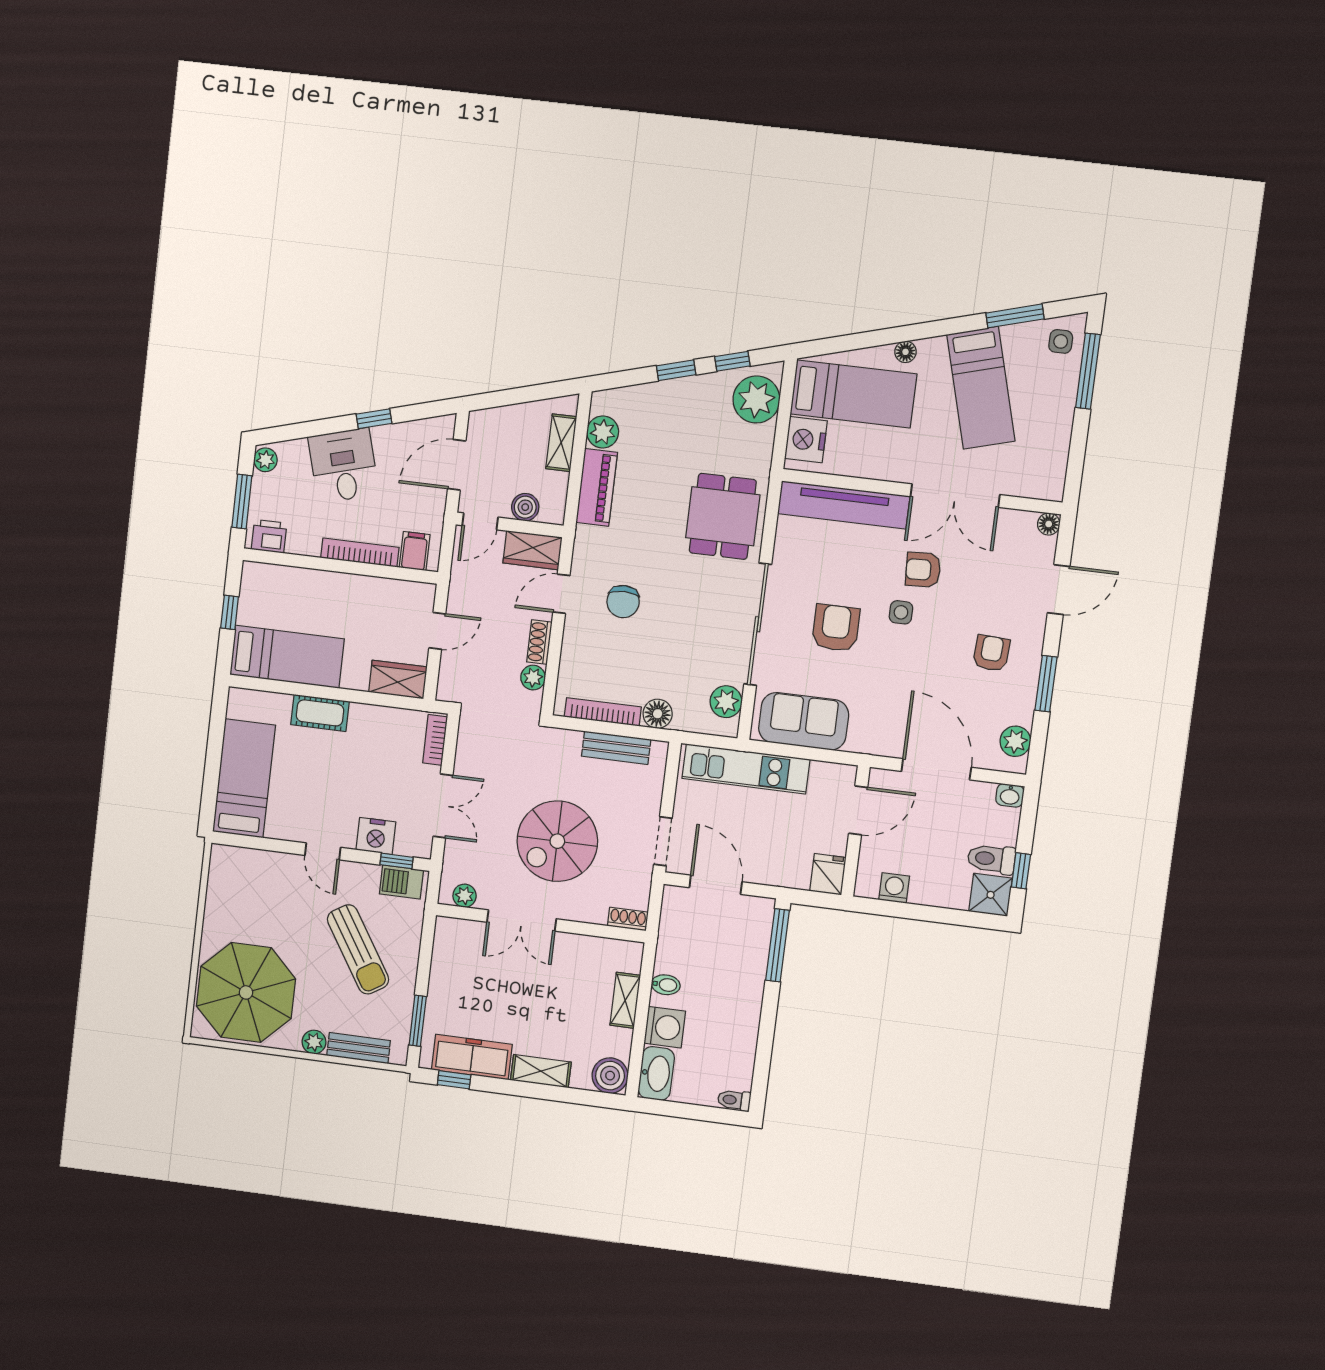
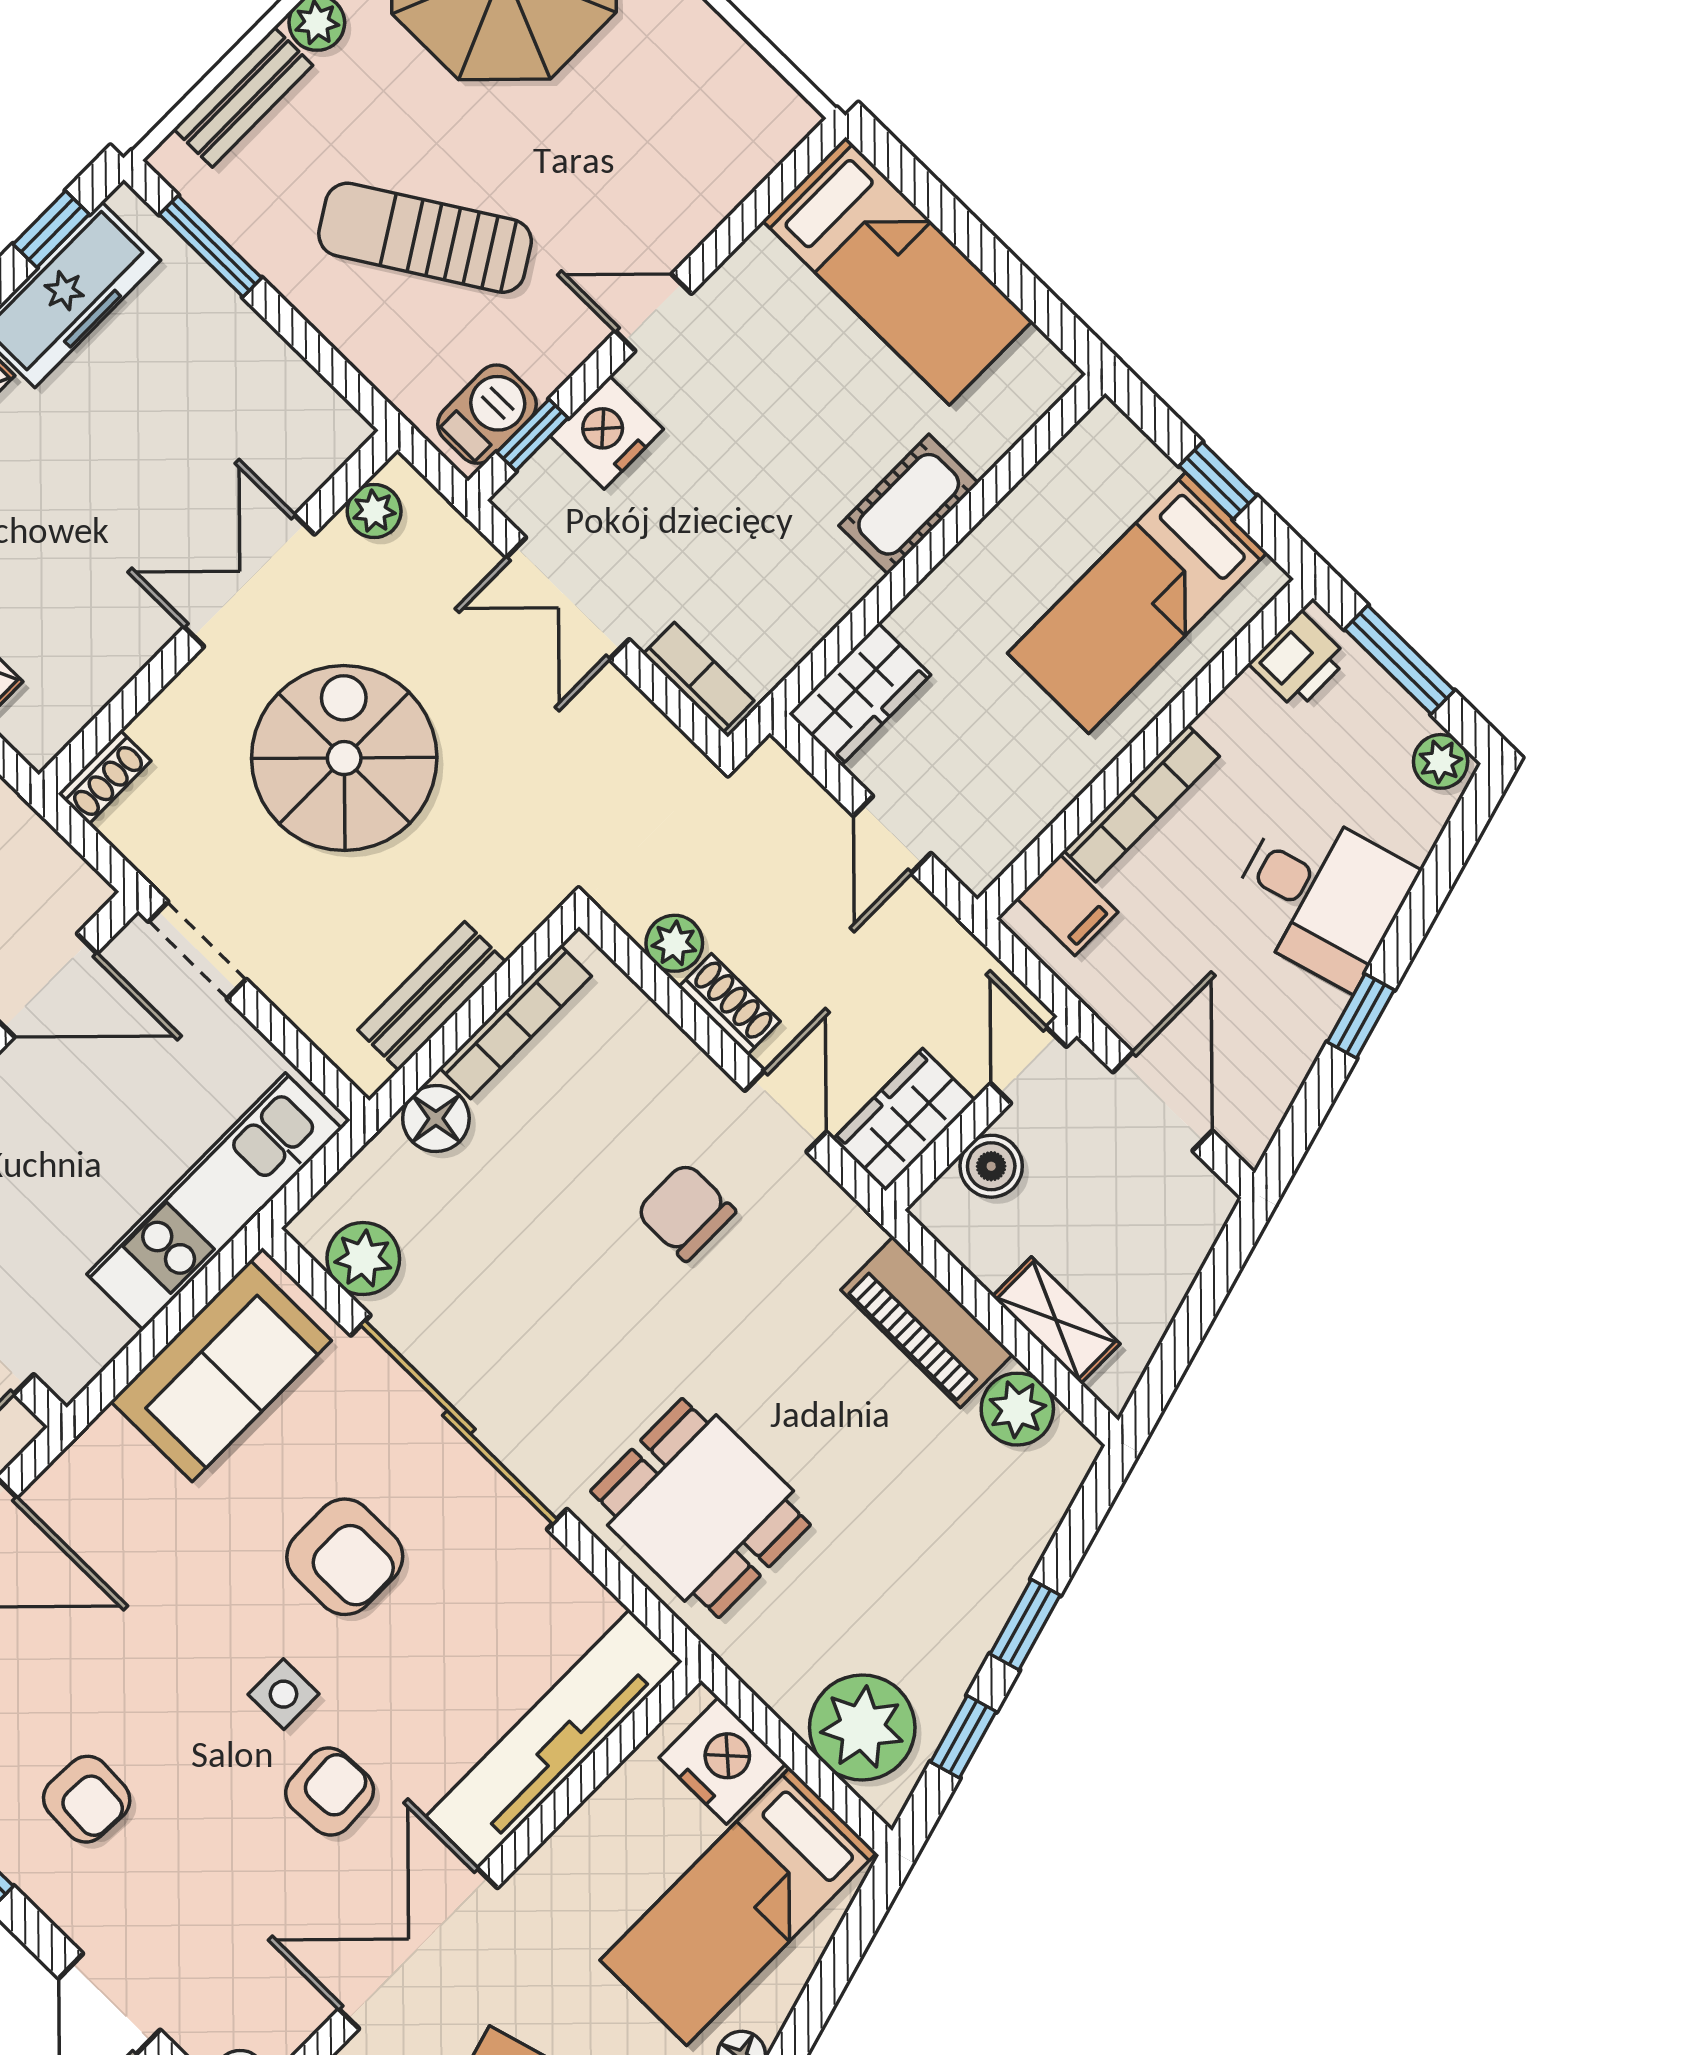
bed: (287, 657) -> (1137, 603), moved

